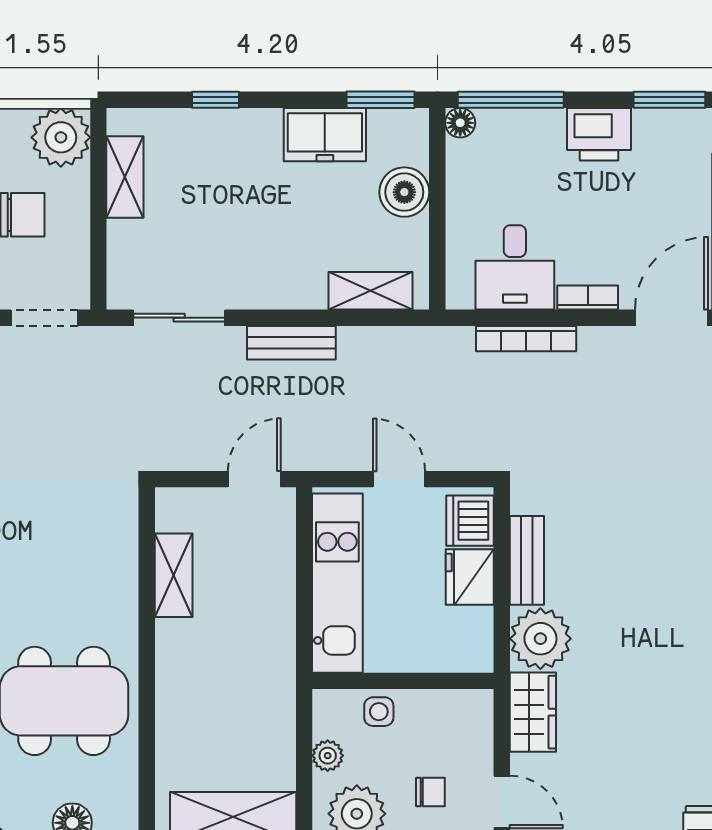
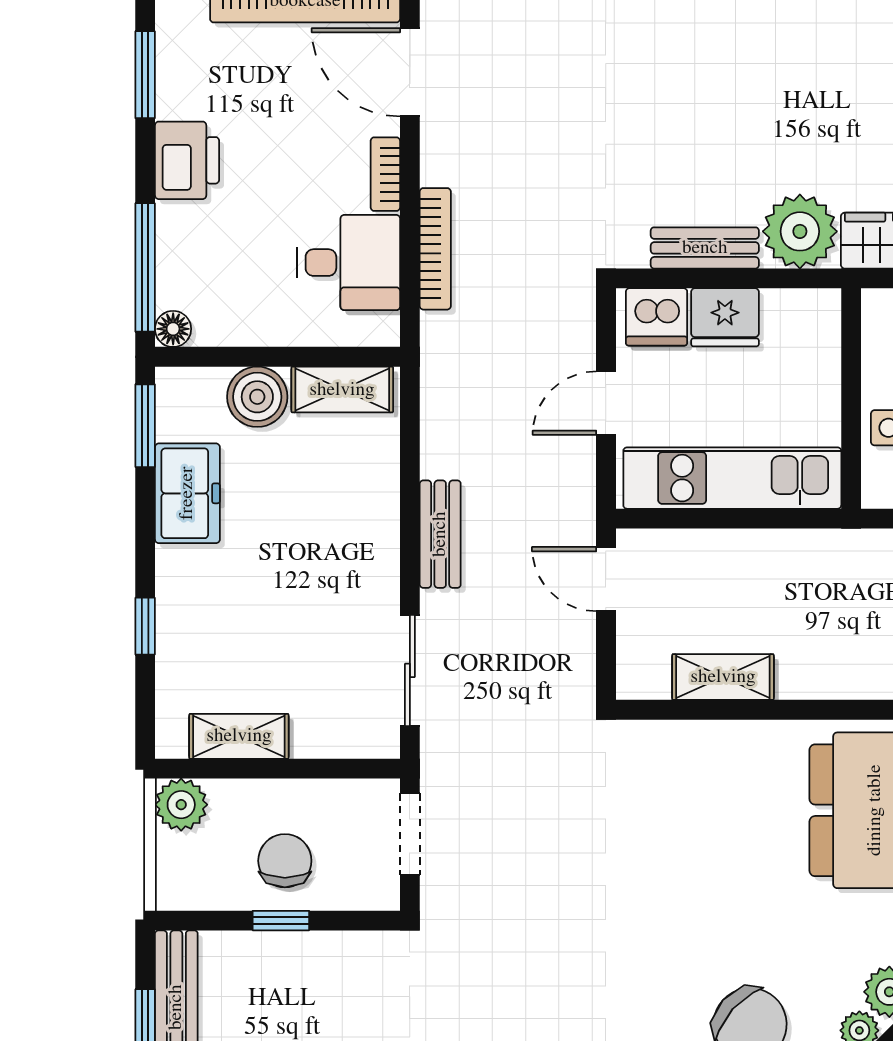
plant: (61, 137) -> (181, 805), width x0.73, depth x0.73
shelving: (370, 291) -> (342, 390), moved, turned 90

